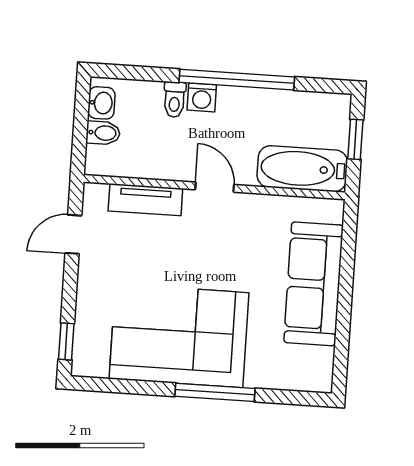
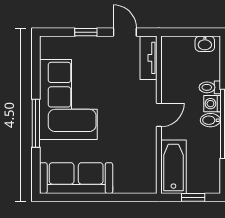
bidet: (103, 133) -> (210, 120), moved, turned 90
tv unit: (145, 200) -> (149, 58), moved
sofa: (314, 284) -> (76, 178), moved
window: (66, 341) -> (86, 32), moved

